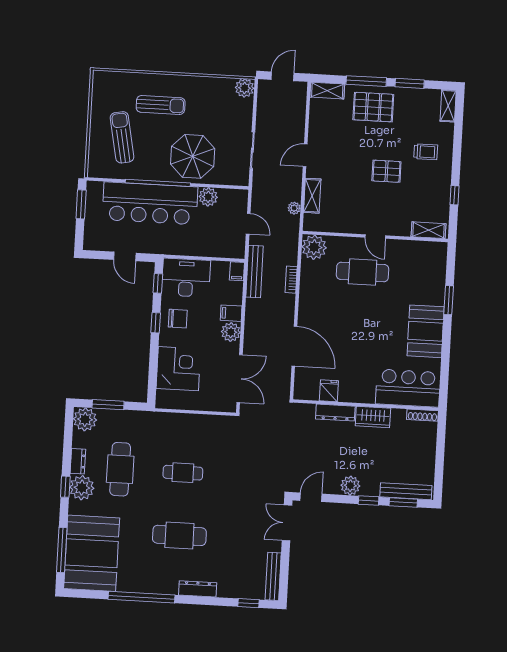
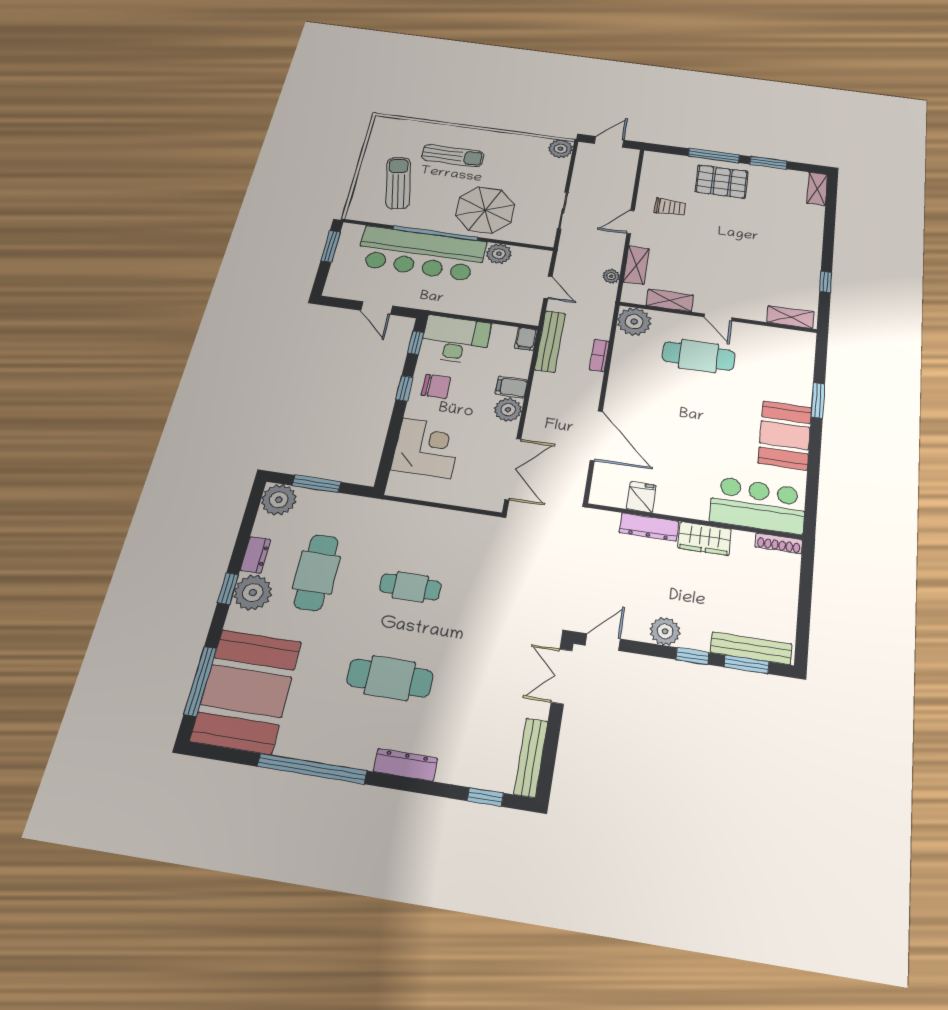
shelving: (327, 91) -> (670, 300), moved
trolley: (426, 152) -> (670, 207), moved
pallet: (386, 171) -> (736, 248), removed

